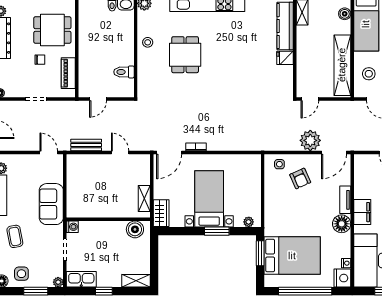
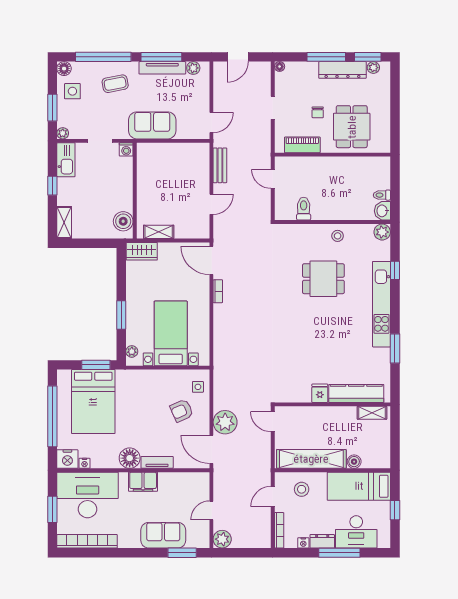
boiler: (345, 14) -> (354, 462), moved
bed with nightstands: (209, 199) -> (171, 333), moved, turned -90

